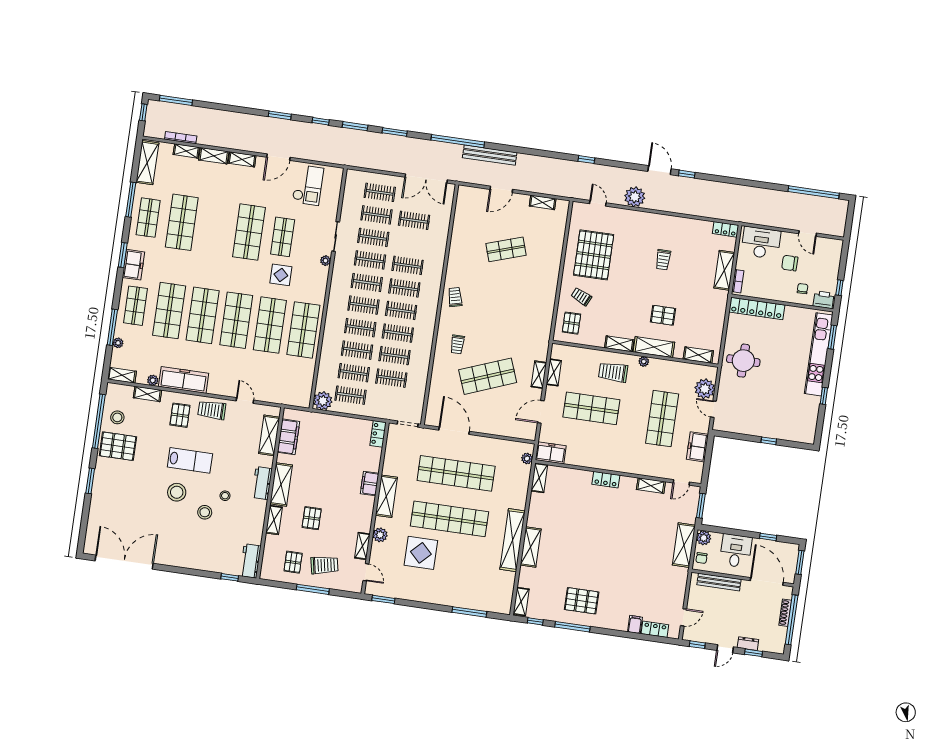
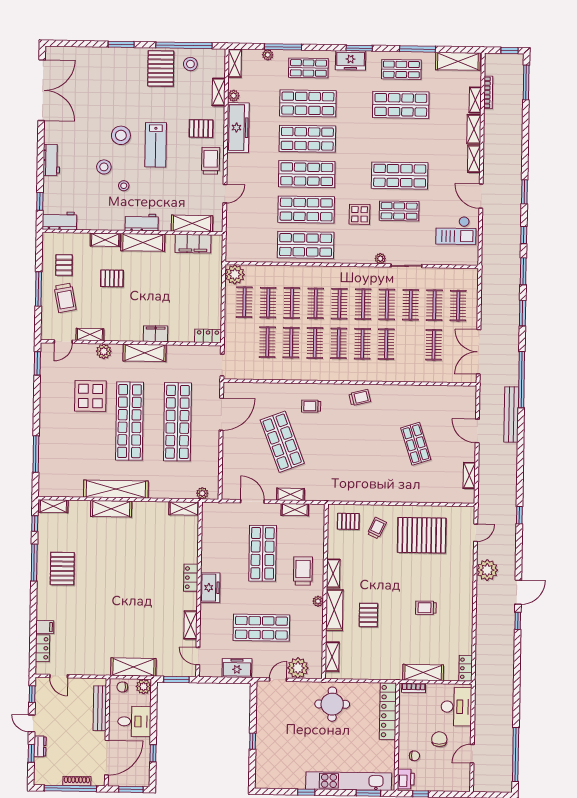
freezer: (551, 453) -> (210, 588), moved
workbench: (192, 561) -> (51, 160), added
pallet: (293, 562) -> (64, 265), turned 90

